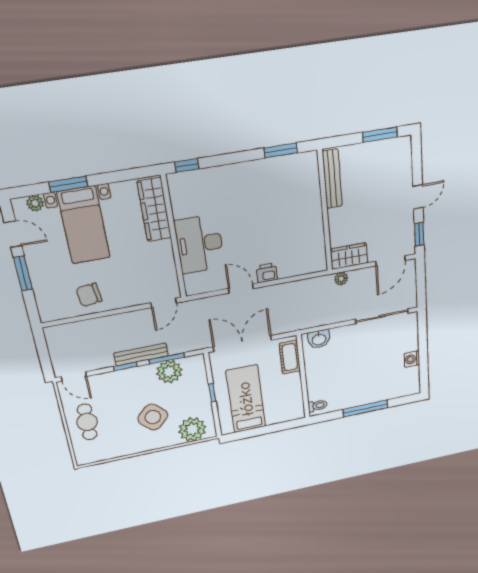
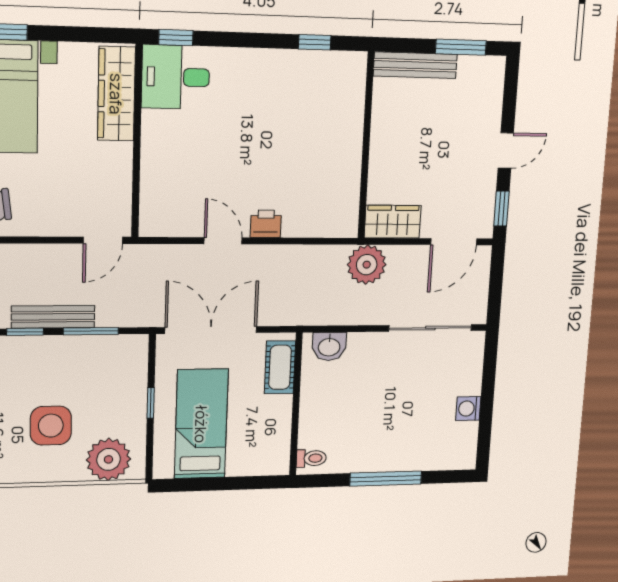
window: (281, 150) -> (315, 42), width x0.67
bench: (332, 179) -> (415, 65), moved, turned 90
desk: (200, 244) -> (176, 77), moved, width x0.73
plant: (341, 279) -> (367, 265), width x1.87, depth x1.87
plant: (169, 372) -> (91, 354), removed
side table: (153, 417) -> (51, 426), turned 45

